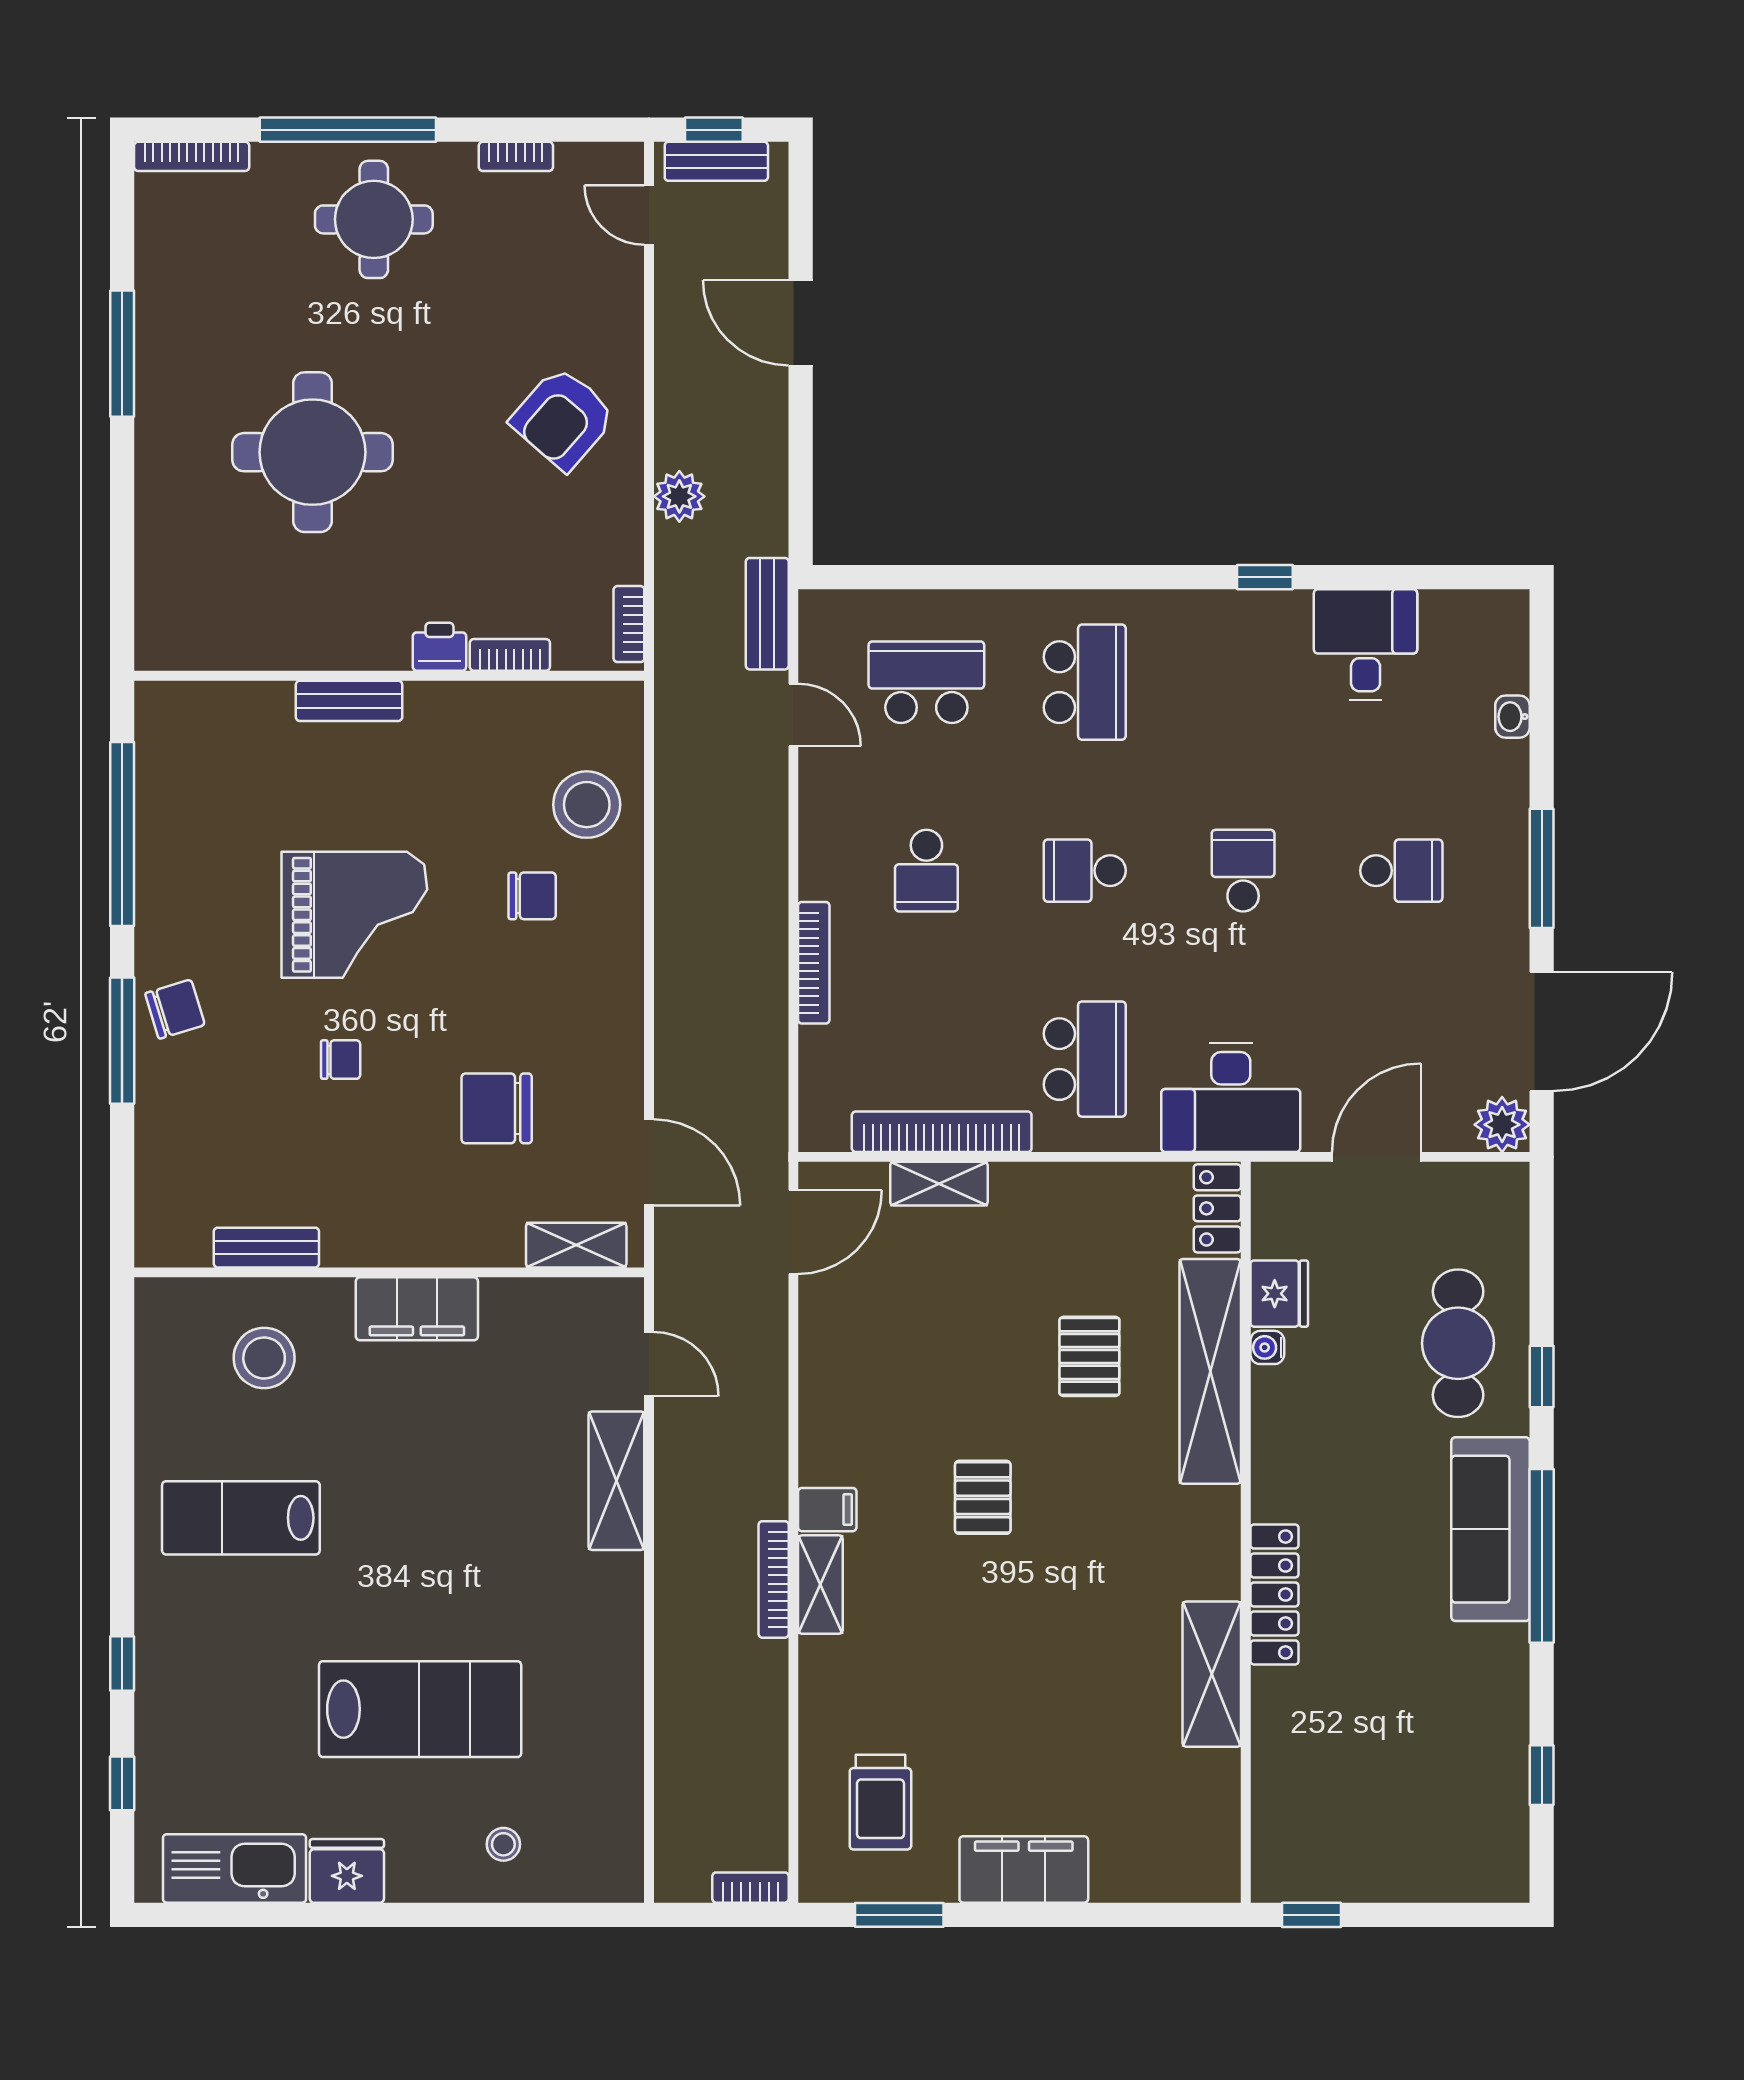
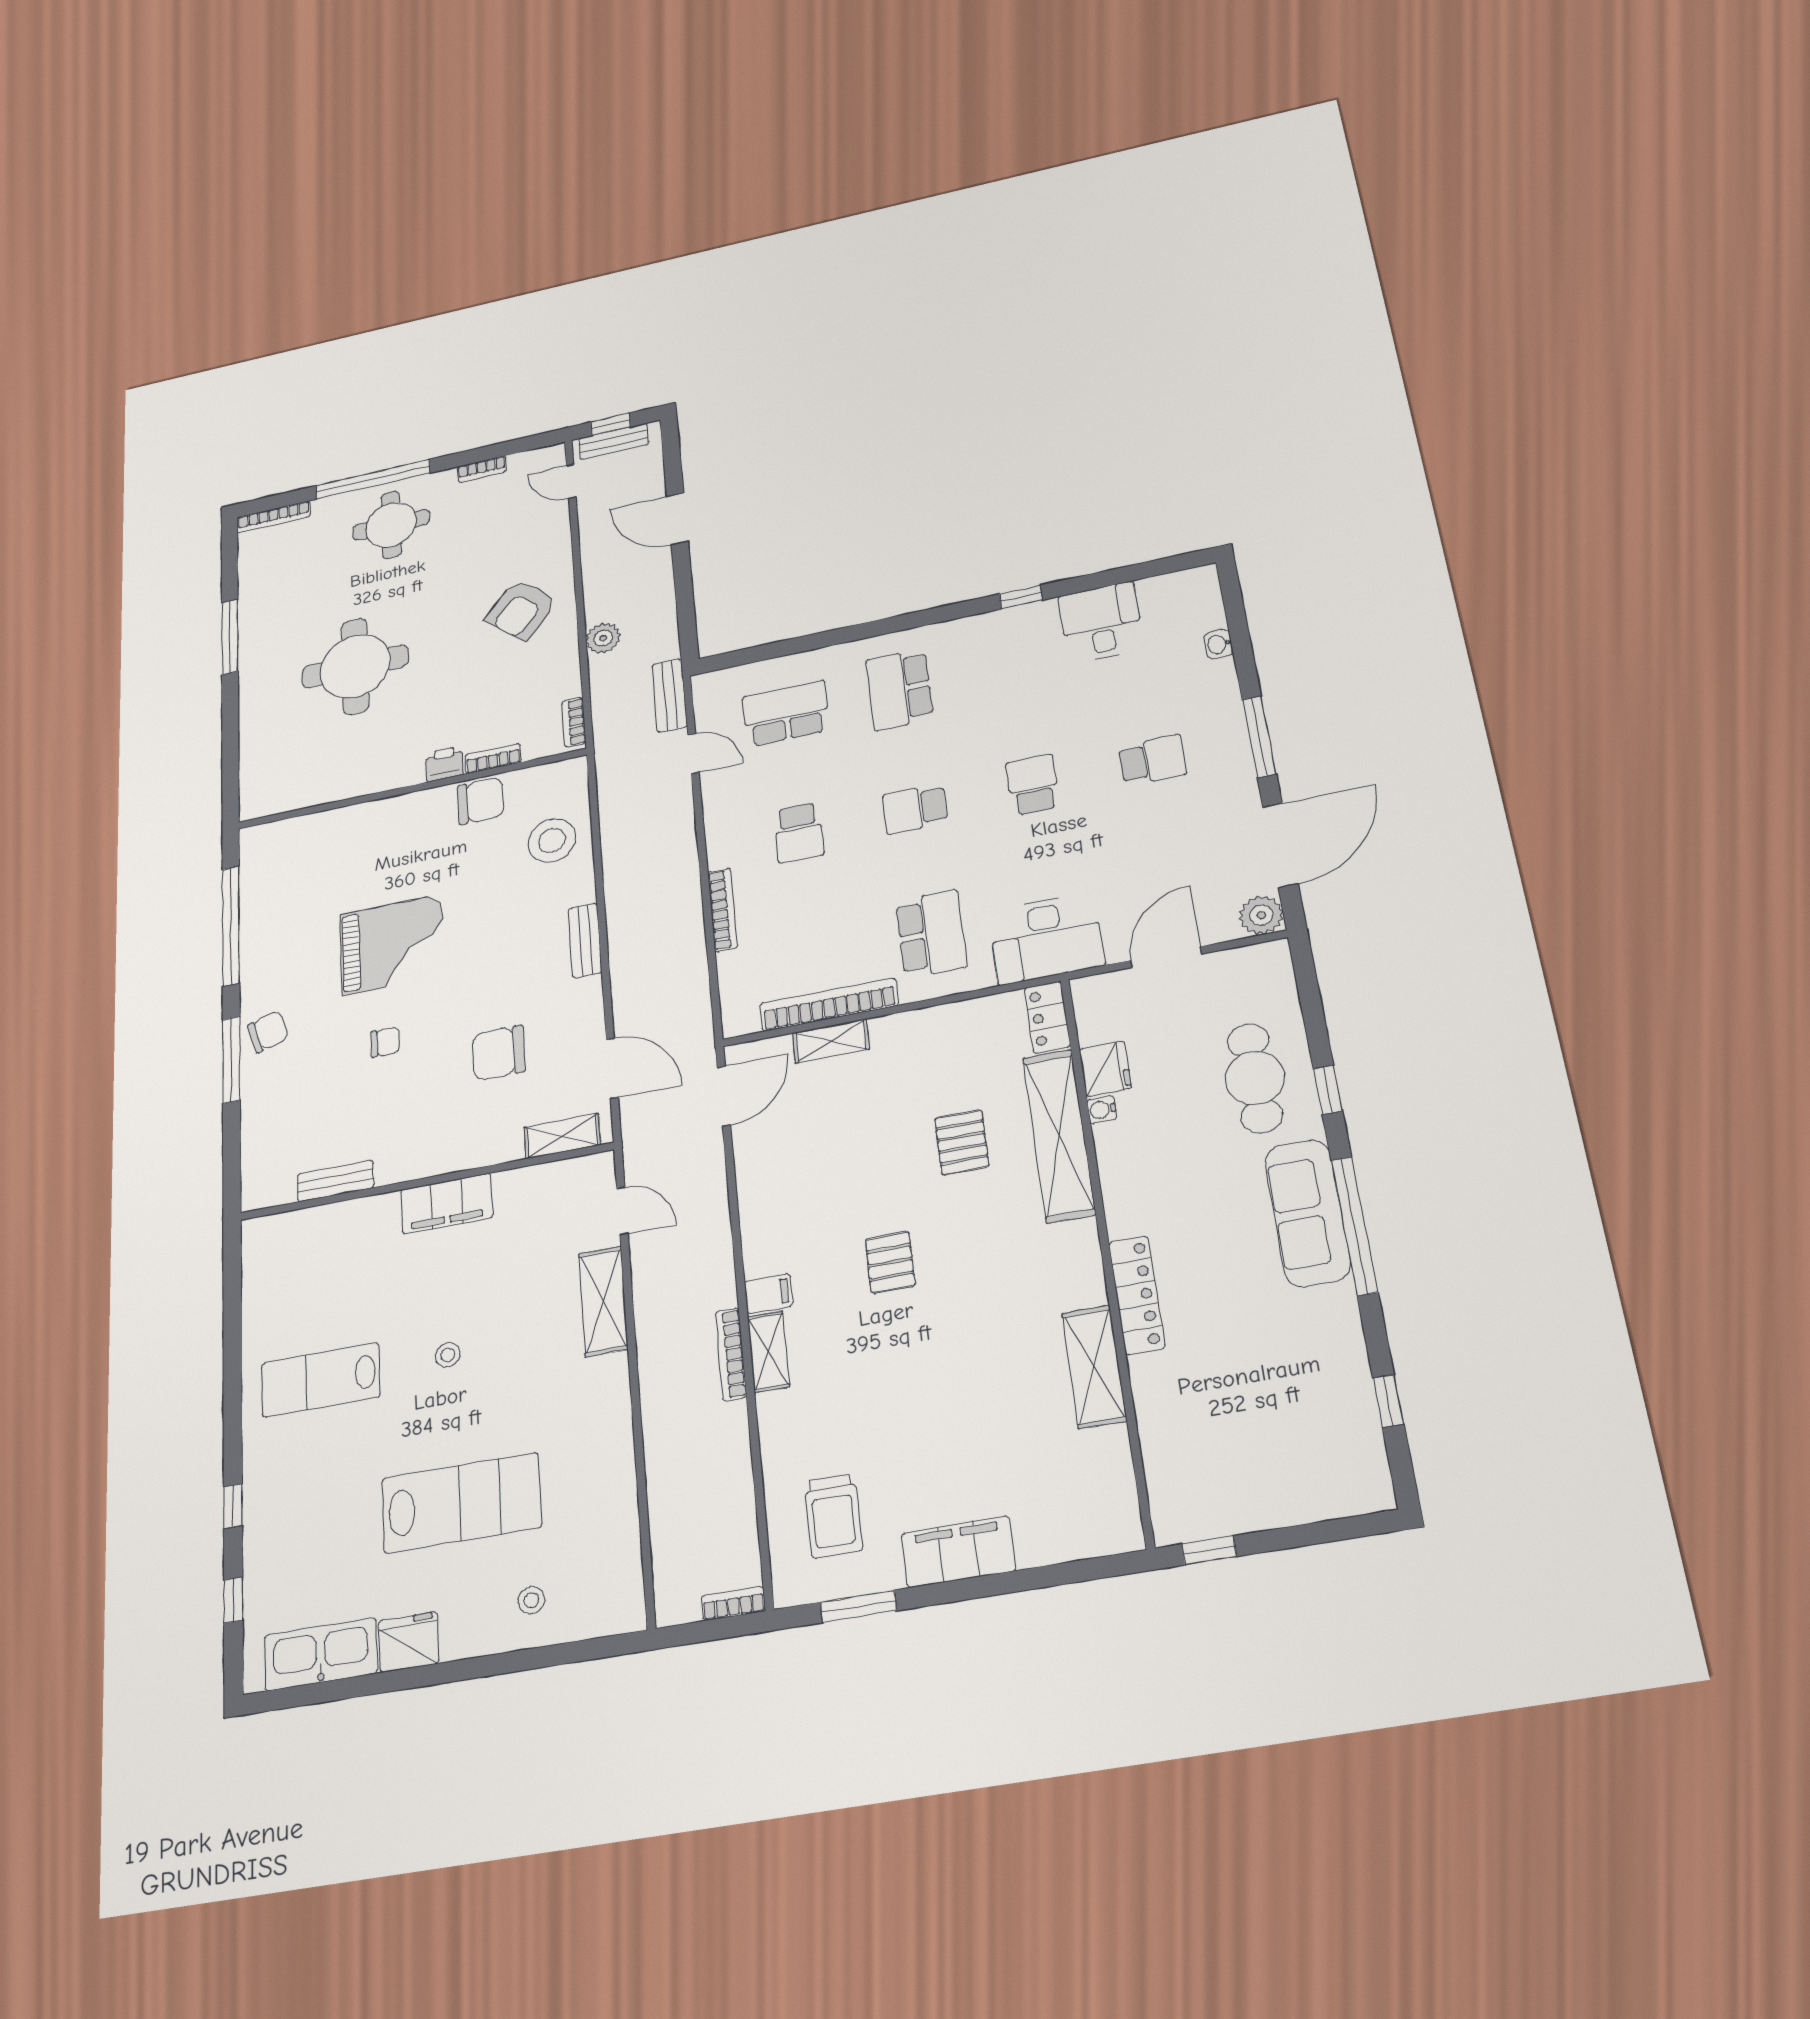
school desk: (1085, 682) -> (900, 689), turned 180
bench: (349, 701) -> (585, 940), moved, turned 90
chair: (532, 896) -> (481, 801), moved, width x1.37, depth x1.37
stool: (264, 1358) -> (448, 1355), moved, width x0.53, depth x0.53

